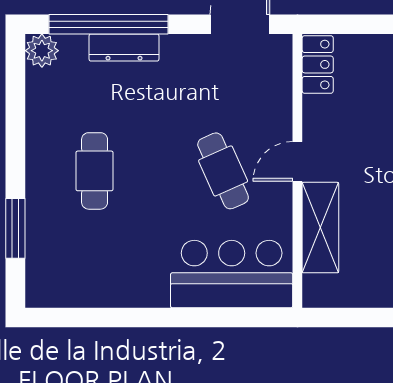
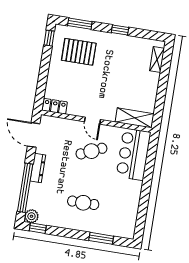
dresser: (124, 48) -> (38, 168), moved
window: (15, 71) -> (38, 228), added
shelving: (320, 228) -> (135, 118), moved

